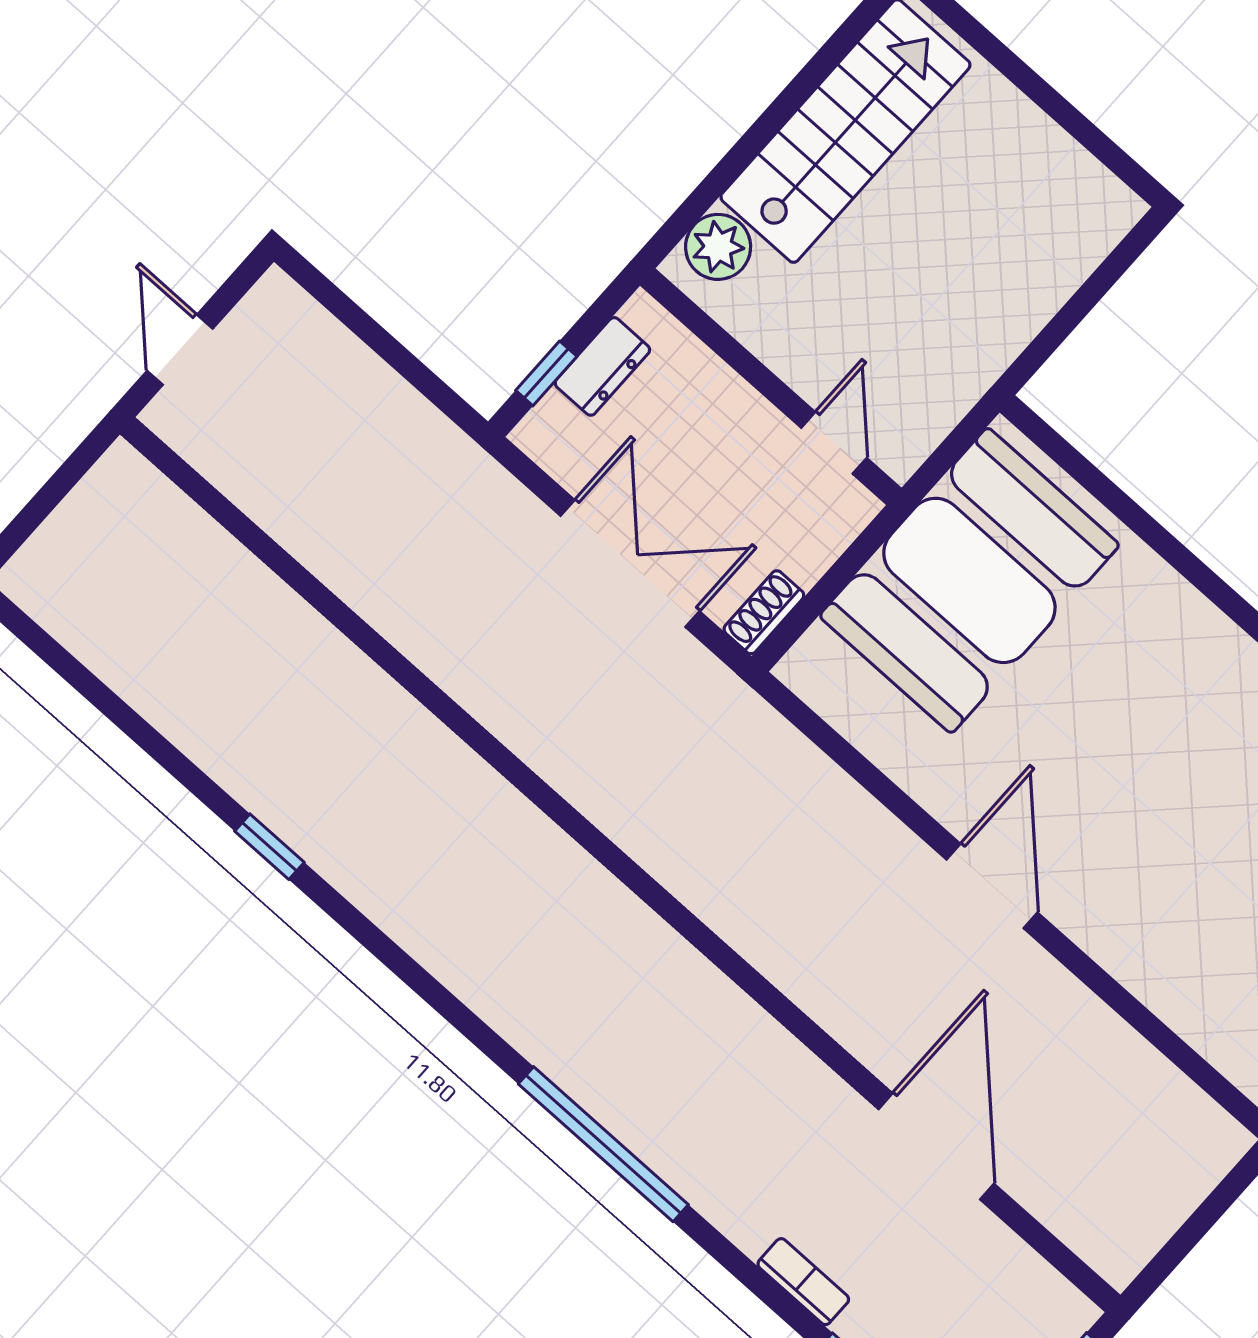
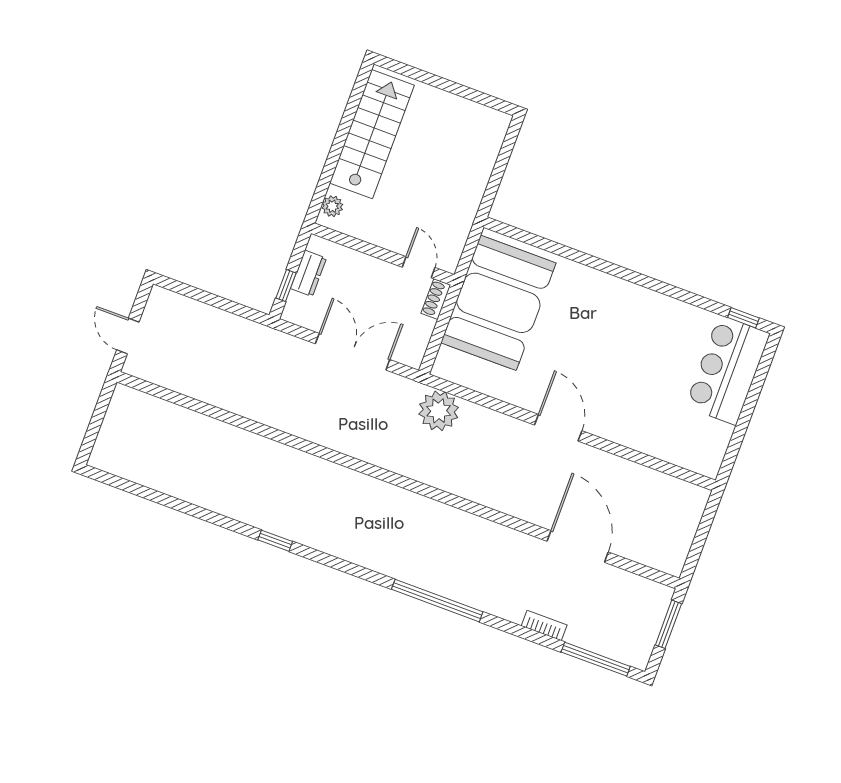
plant: (718, 247) -> (332, 206), width x0.73, depth x0.73
shoe rack: (764, 612) -> (436, 299), moved
plant: (759, 755) -> (439, 411), added
window: (269, 847) -> (275, 541), moved

